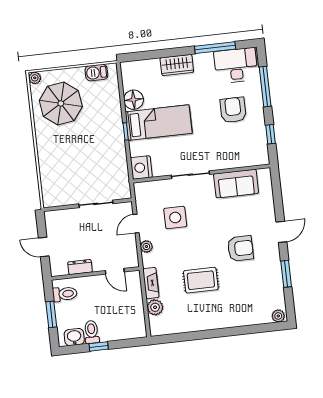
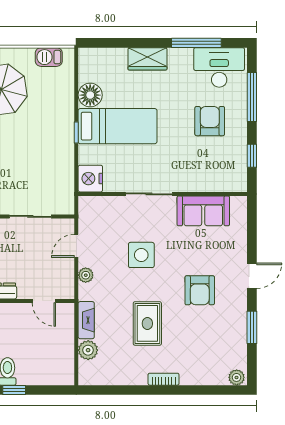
side table: (175, 218) -> (141, 255), moved
armchair: (240, 248) -> (200, 290), turned 90
rug: (201, 280) -> (147, 323), turned 90
bookcase: (219, 324) -> (164, 379), added

